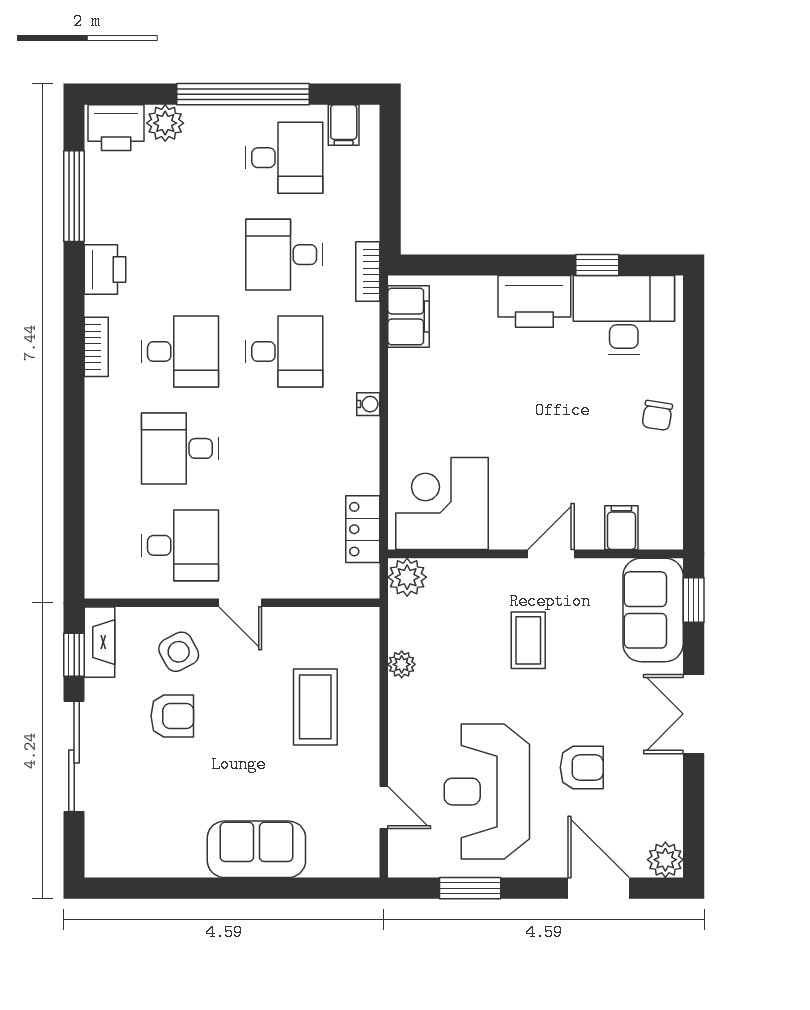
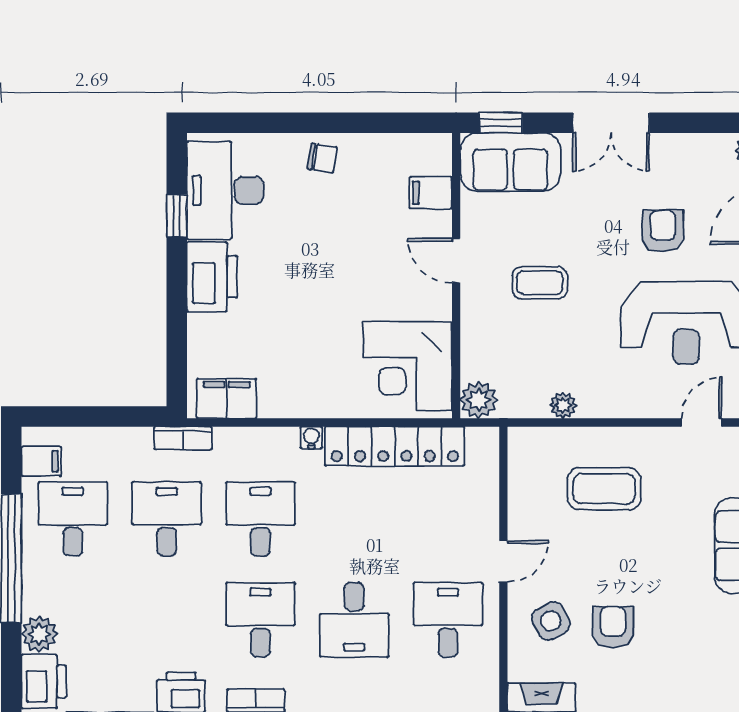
desk: (284, 255) -> (167, 519), turned 180
locker: (363, 529) -> (395, 446), width x2.16, depth x1.21

